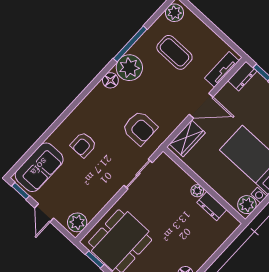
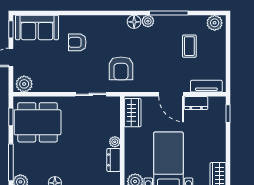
coffee table: (174, 52) -> (189, 46), width x0.73, depth x0.77
plant: (129, 68) -> (148, 21), width x0.53, depth x0.53
dresser: (242, 76) -> (196, 103), moved
wardrobe: (187, 138) -> (133, 113), moved, turned -90

